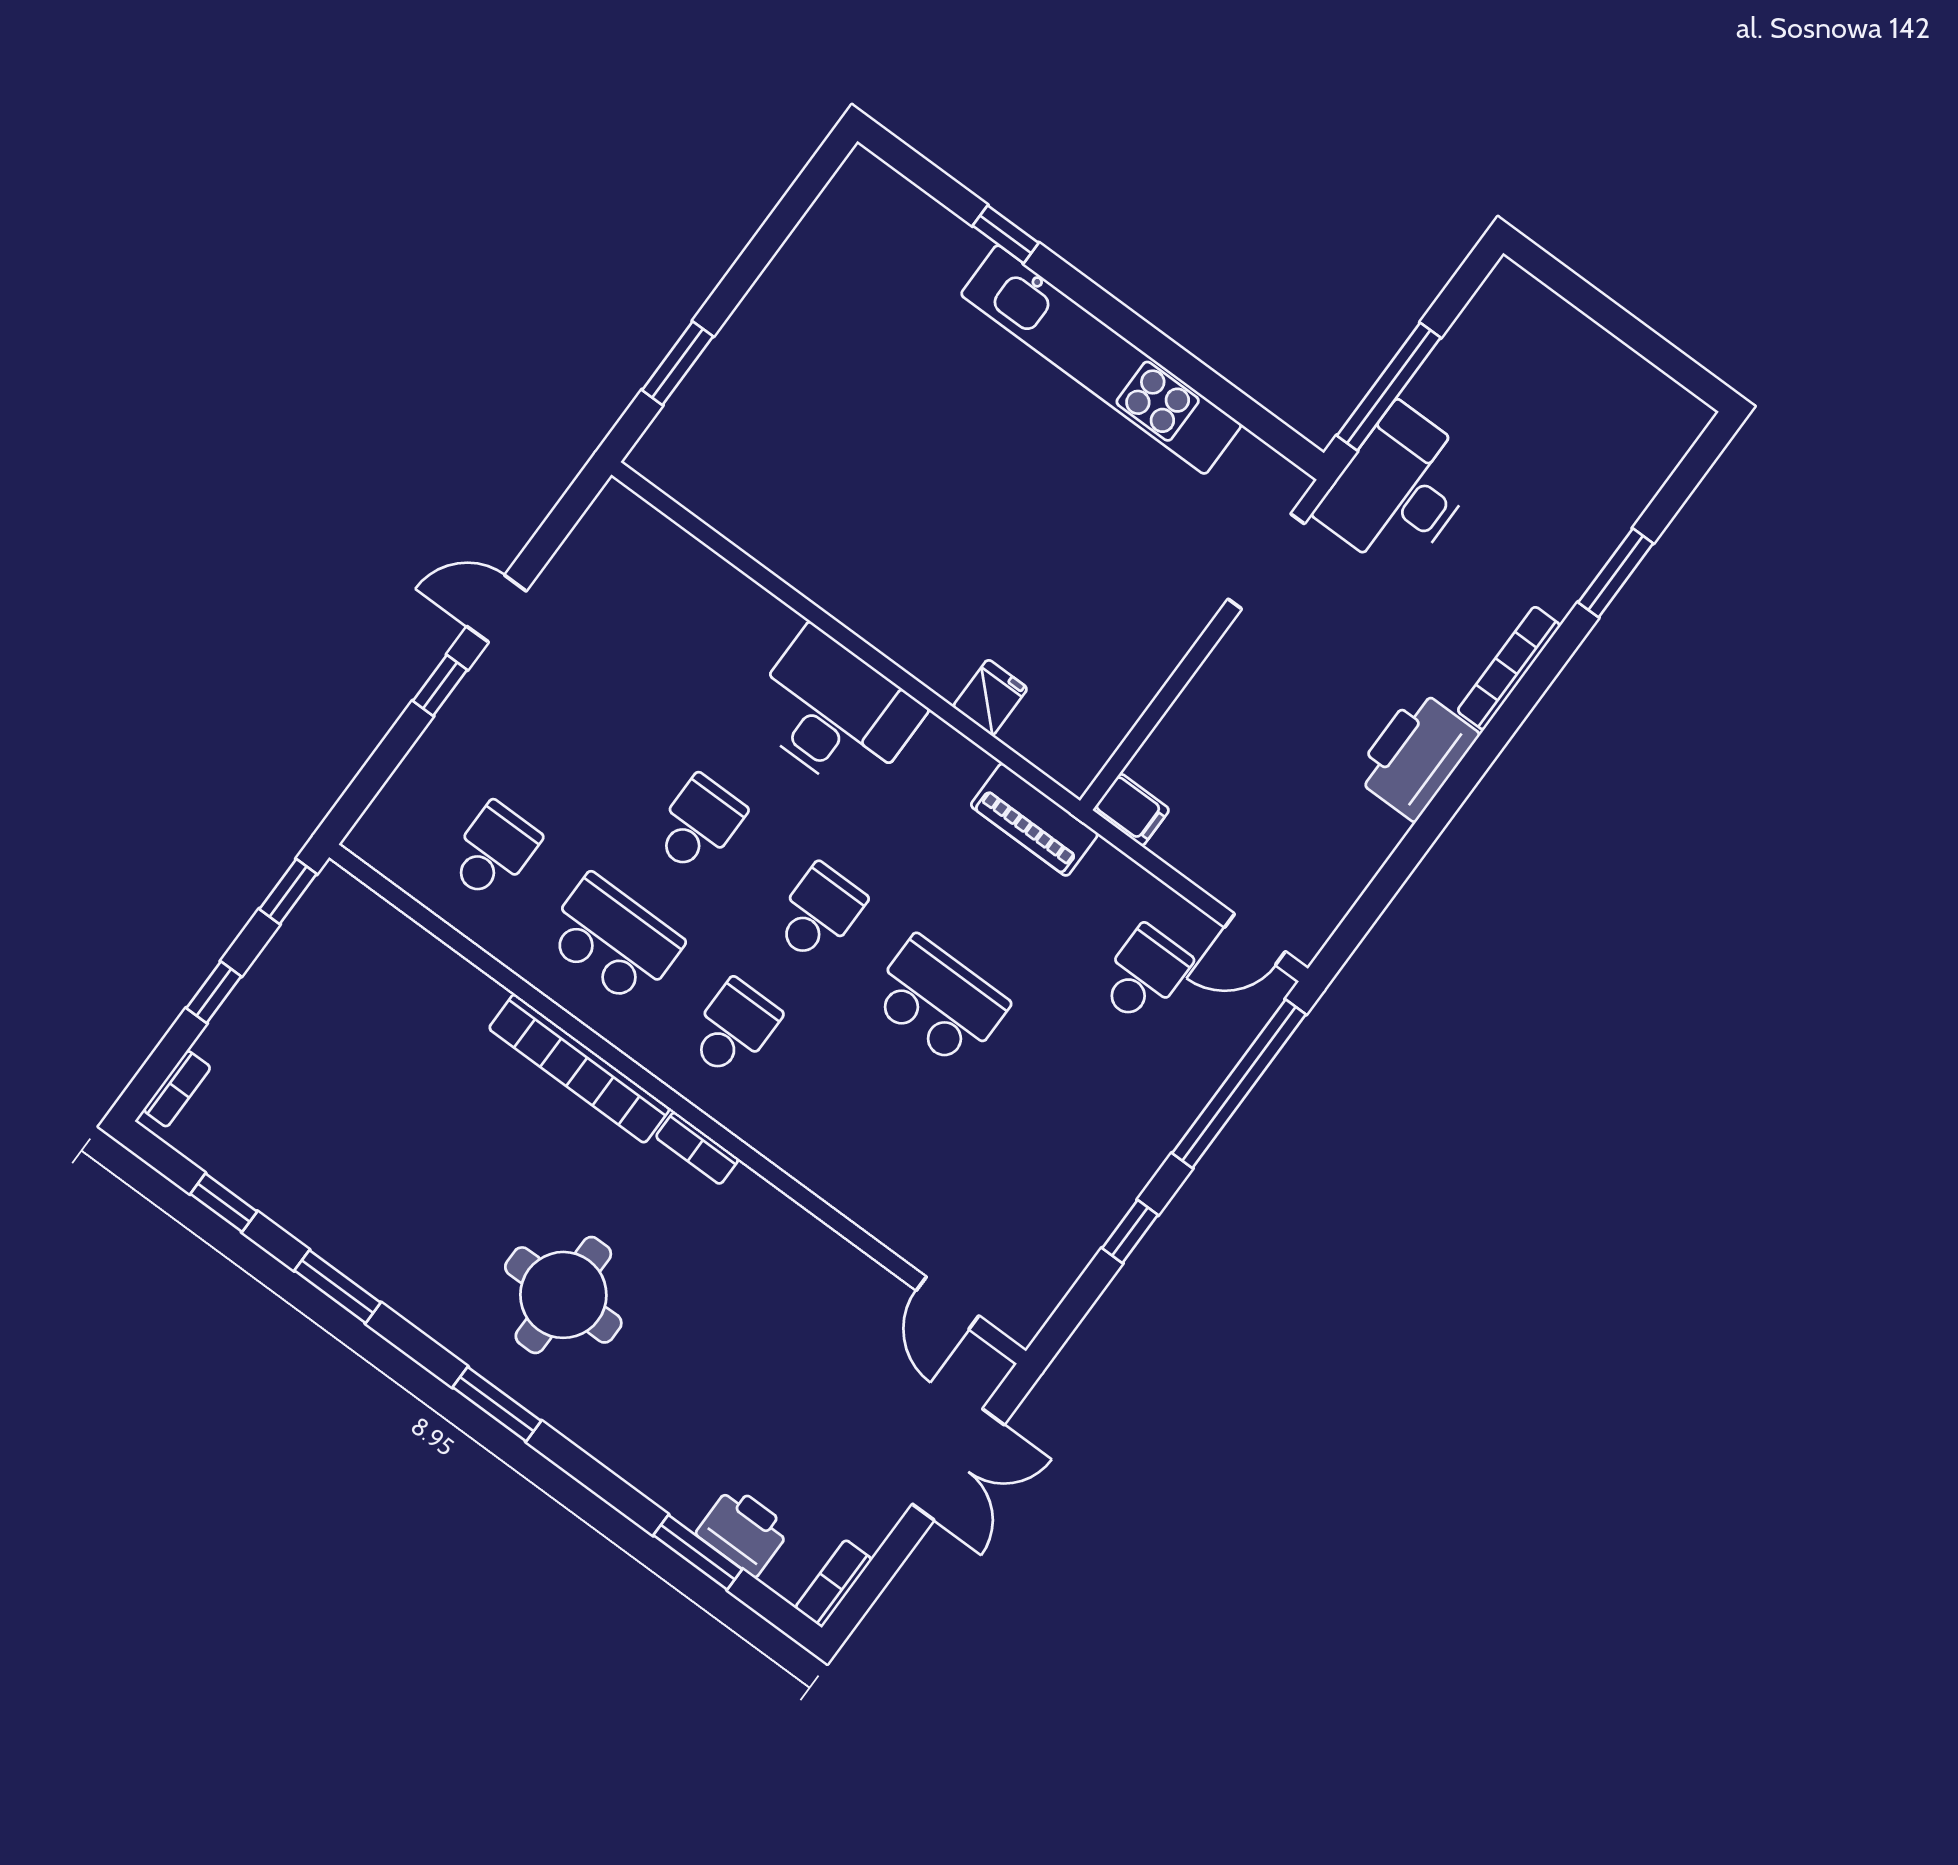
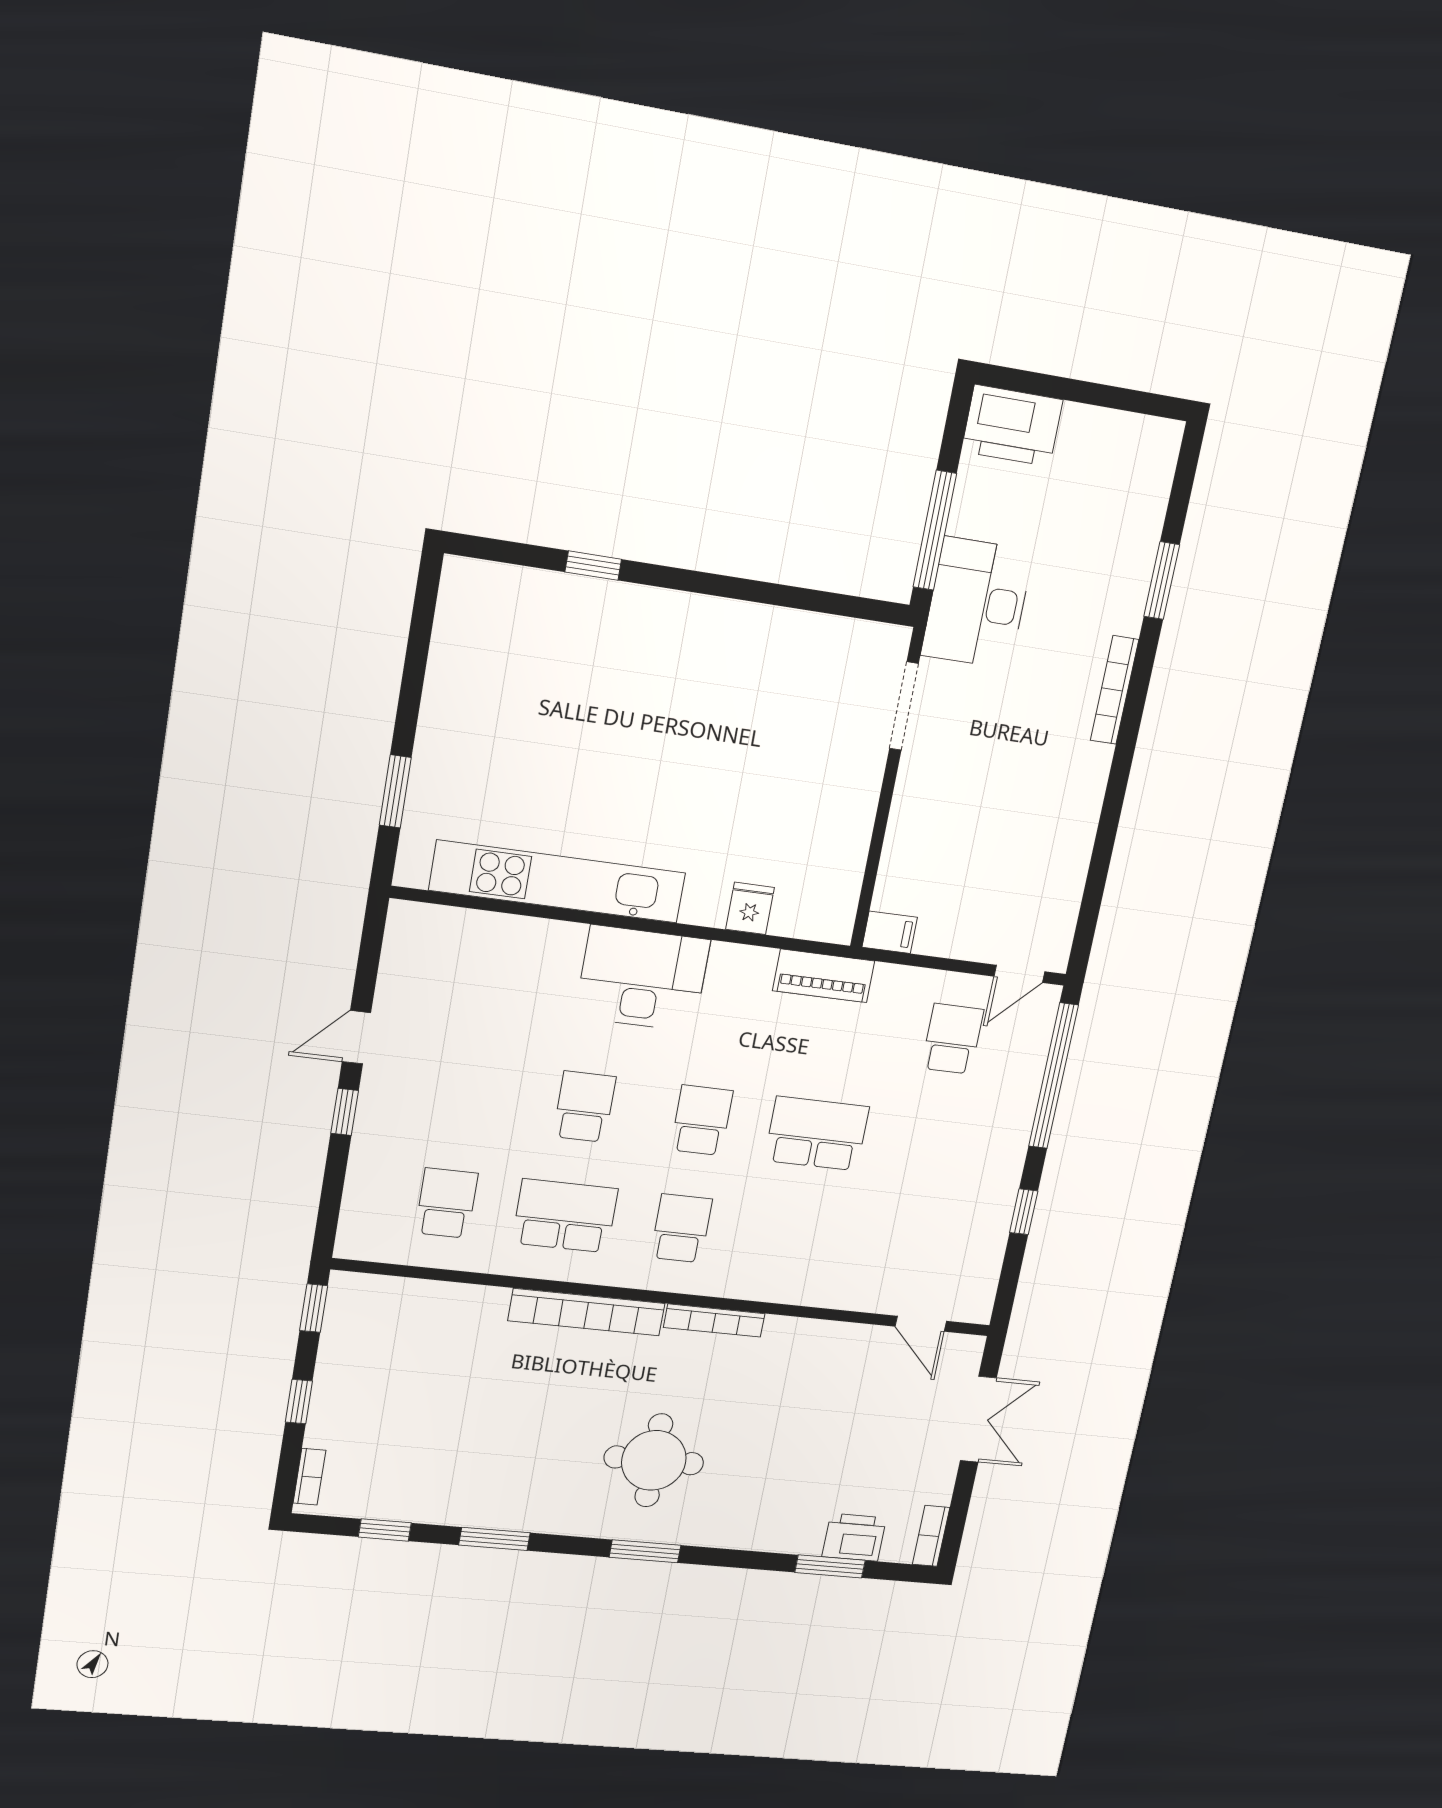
kitchen unit: (1101, 360) -> (558, 882), moved, turned 180
printer: (1416, 755) -> (1012, 426), moved, turned -90
bookcase: (697, 1148) -> (714, 1321), width x1.56

